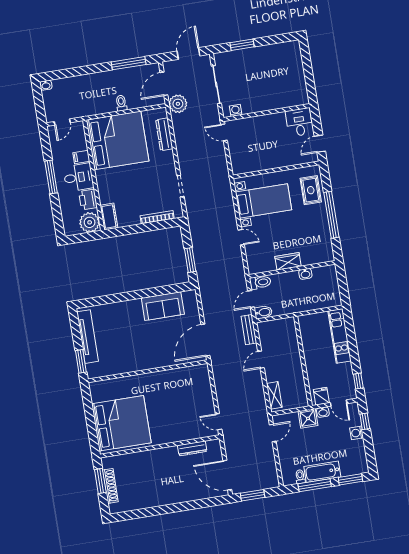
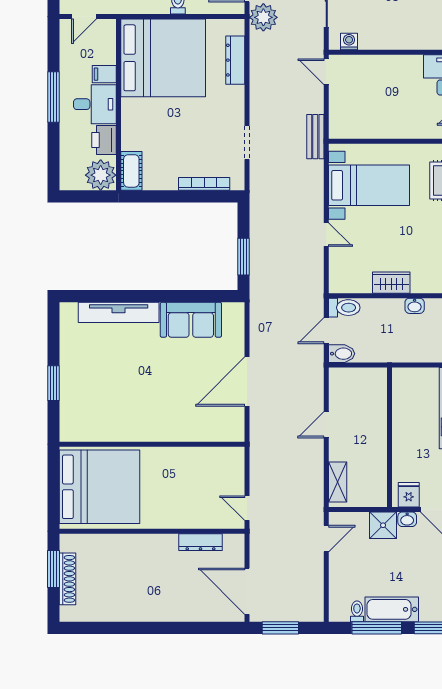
bench: (249, 330) -> (315, 137), moved
tv unit: (88, 337) -> (119, 312), moved, turned 90
wall: (148, 371) -> (152, 444), moved

